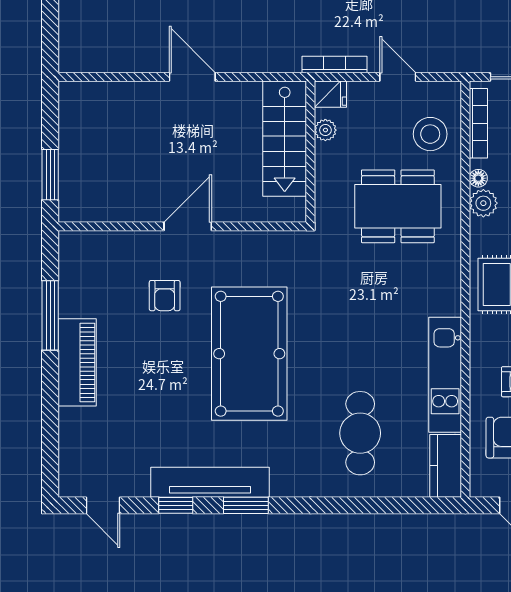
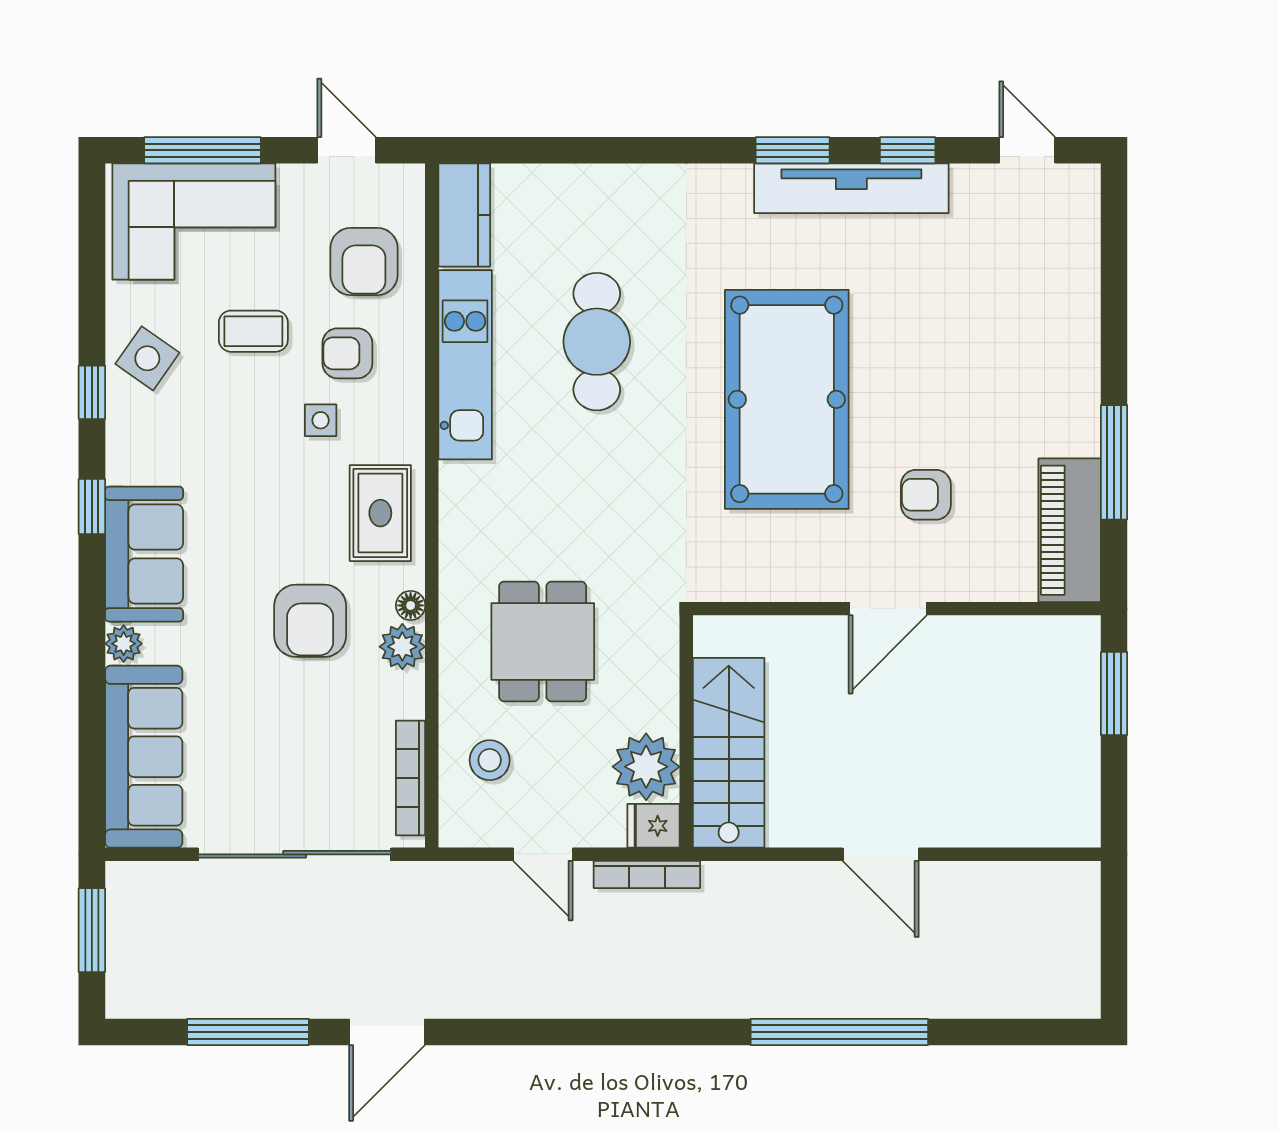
plant: (325, 130) -> (646, 767), width x1.88, depth x1.88
stool: (430, 134) -> (490, 760), width x0.73, depth x0.73
floor lamp: (478, 178) -> (411, 605), moved
dining table: (398, 206) -> (543, 641), width x0.73
armchair: (165, 296) -> (926, 495), turned -90
piano: (77, 362) -> (1070, 530), moved
cafe table: (360, 433) -> (597, 342), moved

